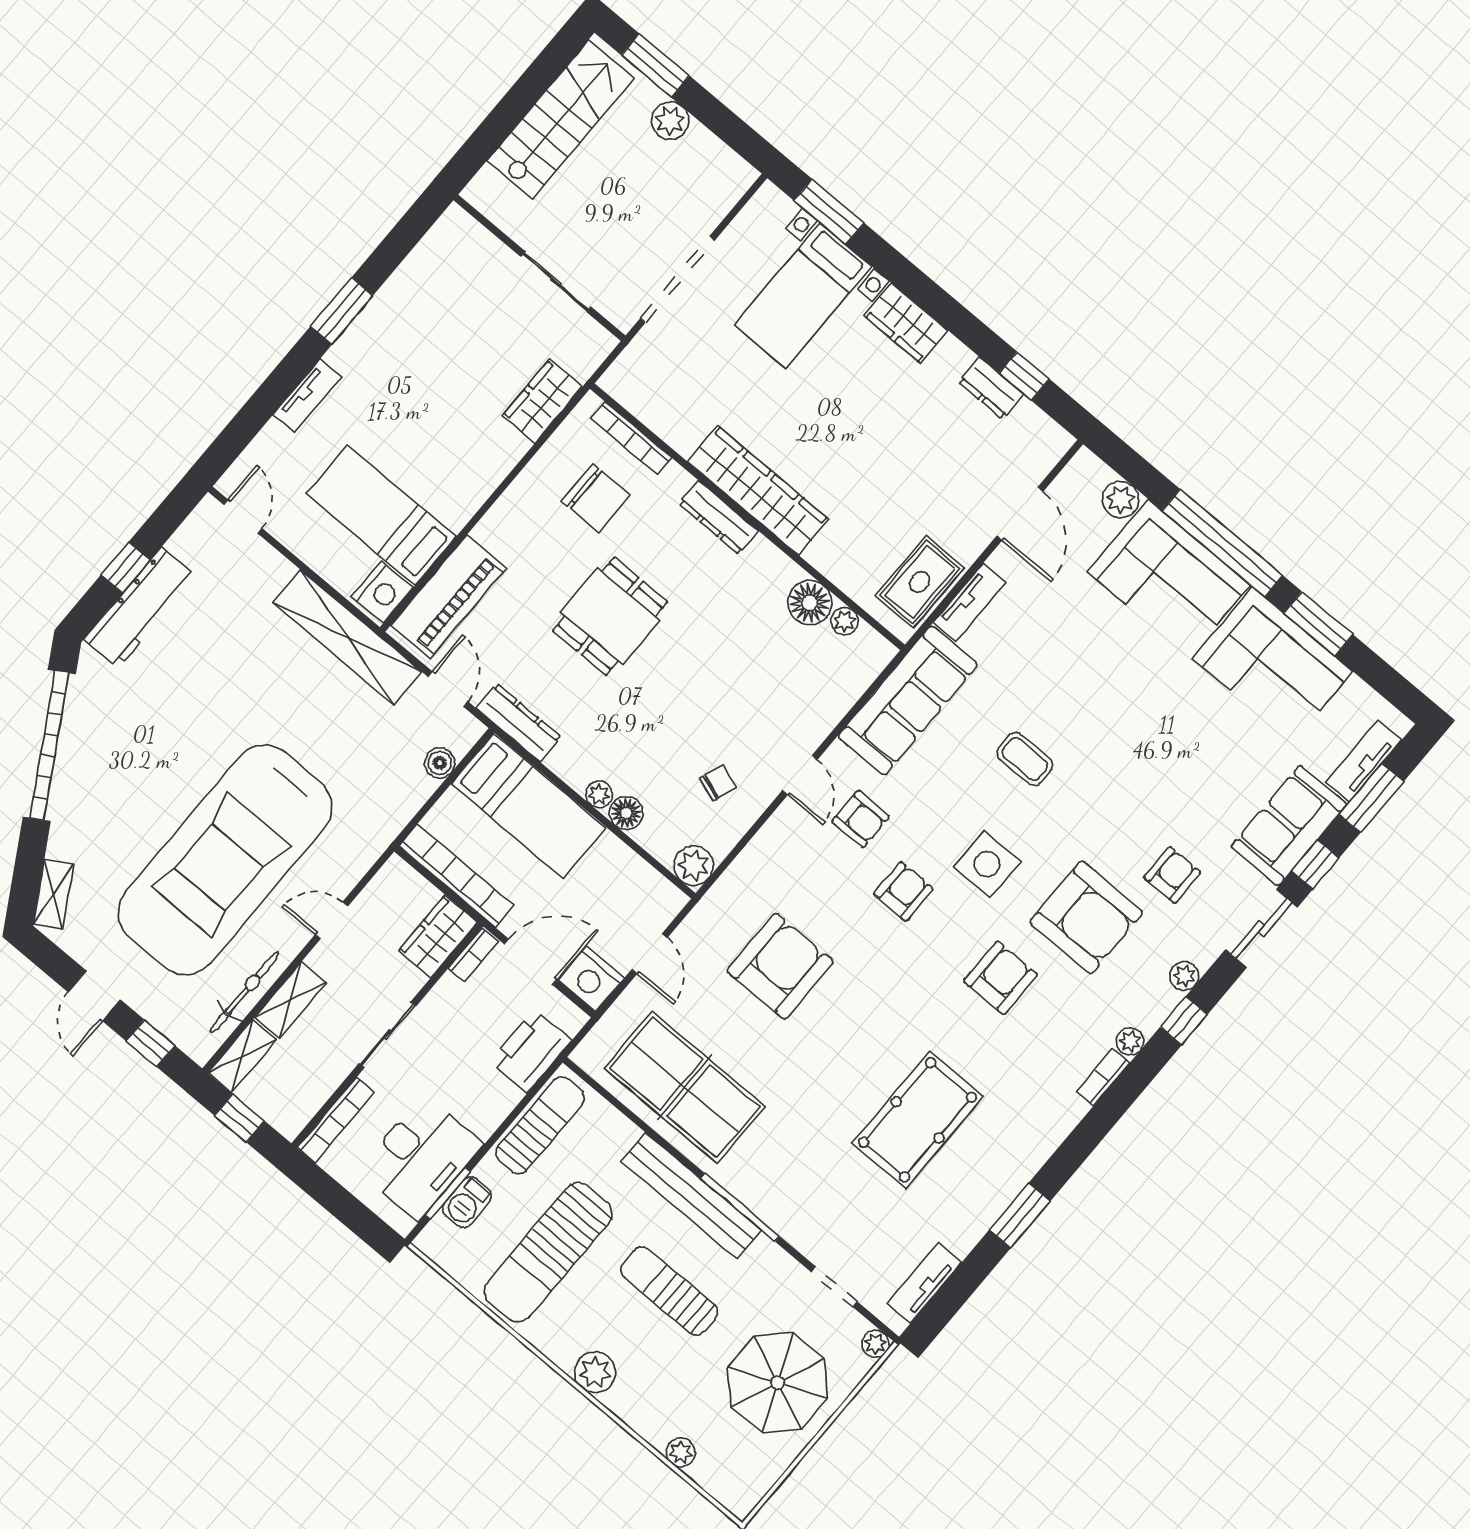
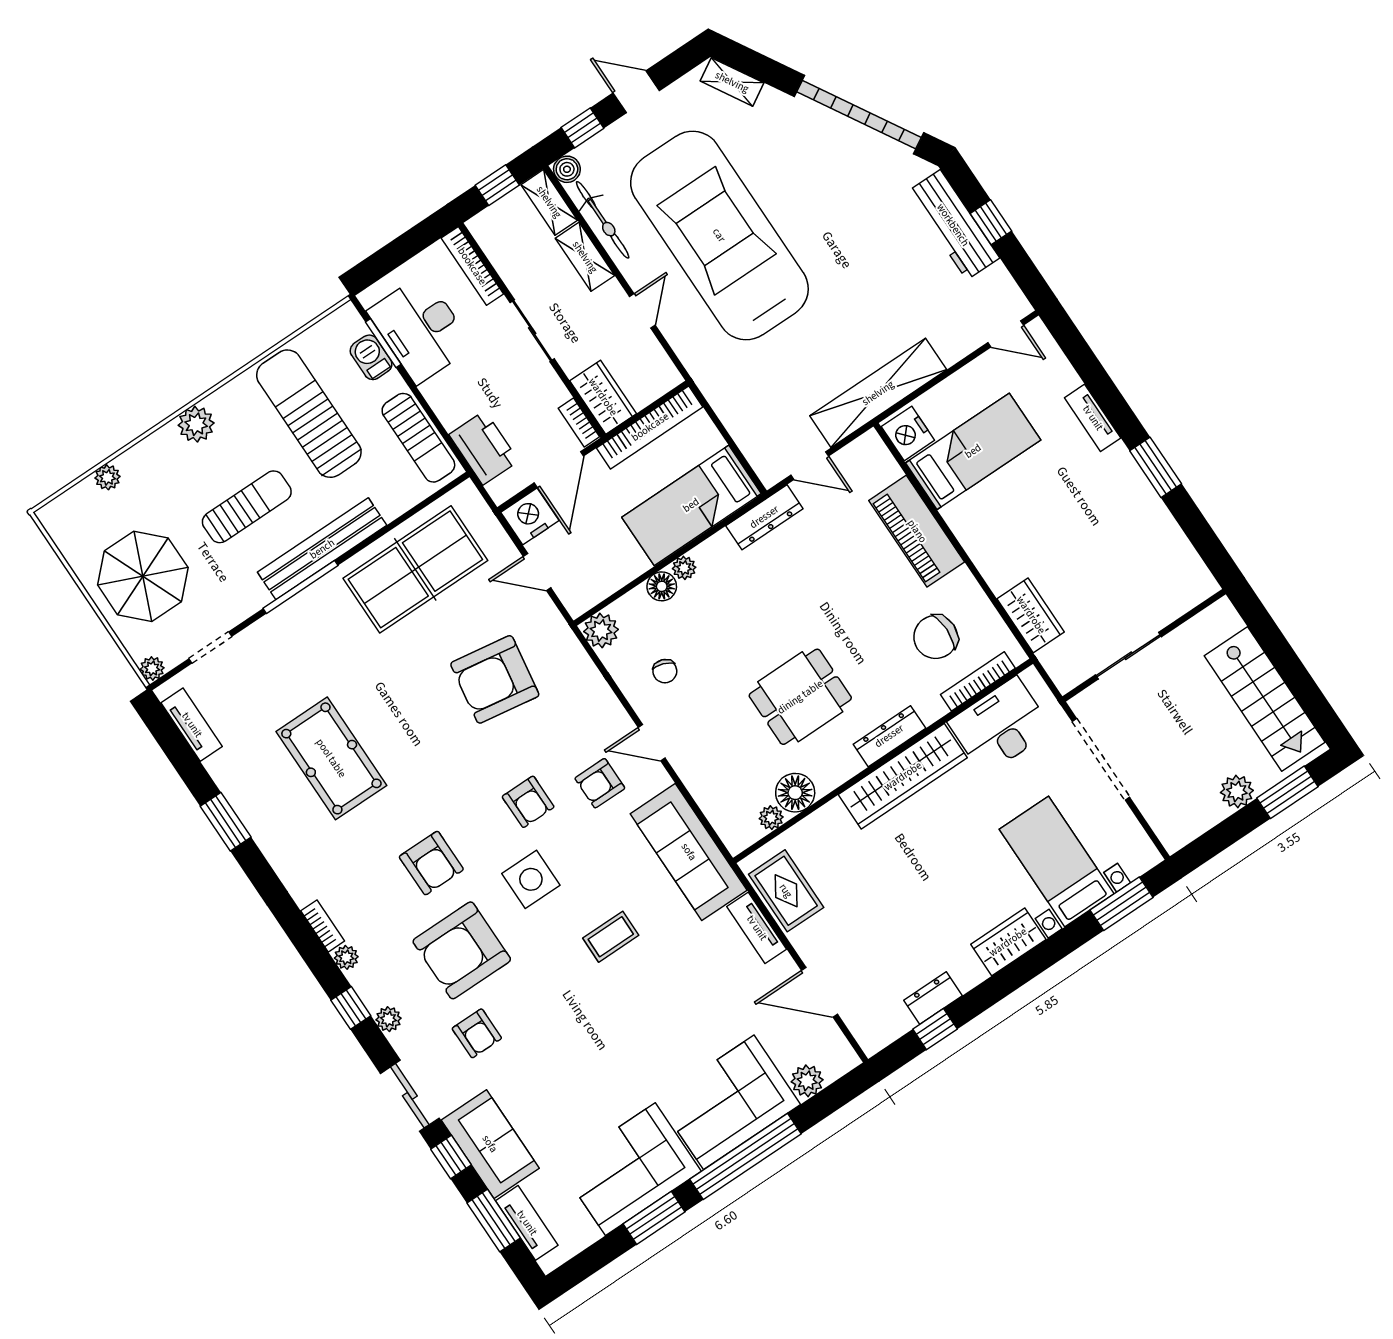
desk: (673, 400) -> (1000, 726), added
piano: (449, 597) -> (917, 531), moved
dining table: (610, 616) -> (800, 697), moved, turned 90
boiler: (440, 763) -> (567, 169), moved
armchair: (780, 966) -> (495, 679), turned 99

